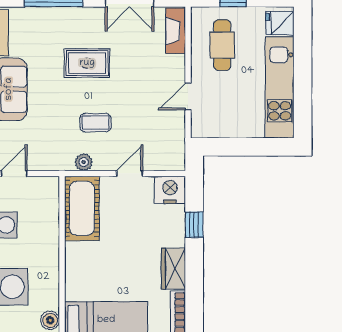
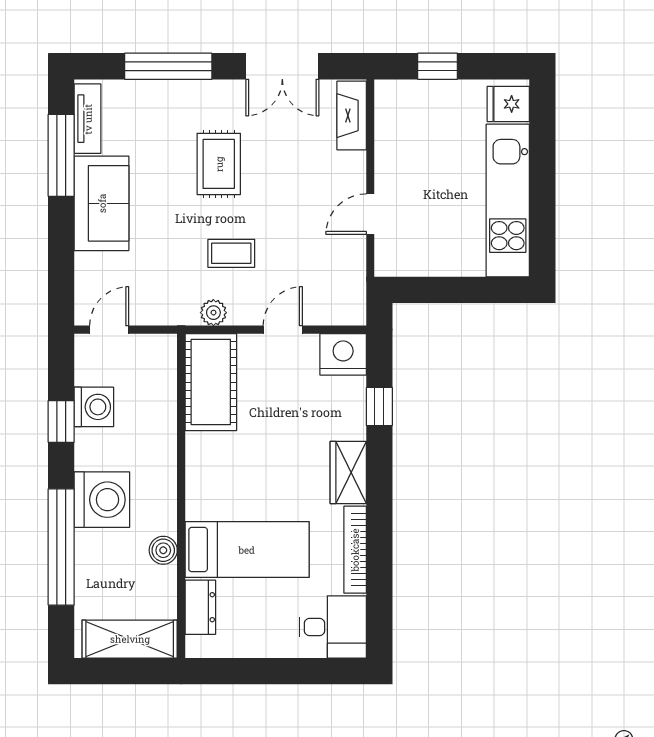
cafe table: (222, 45) -> (422, 137), removed
rug: (87, 63) -> (219, 164), turned 90

